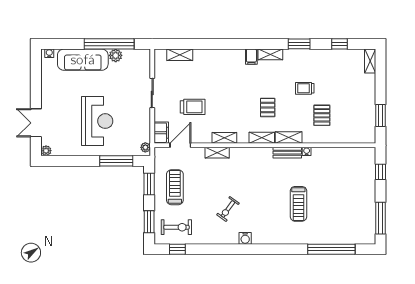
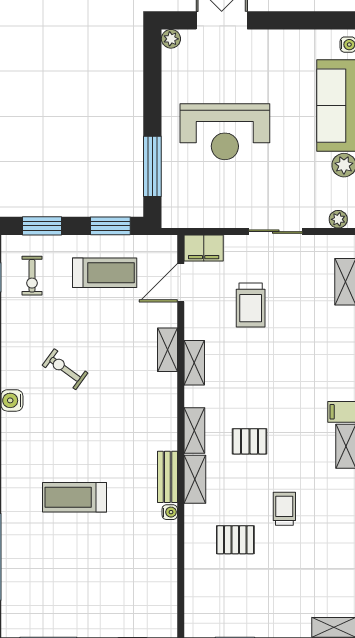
door: (180, 145) -> (181, 283), swing flipped
plant: (145, 147) -> (338, 219), moved
exercise bike: (176, 227) -> (32, 276), width x0.73, depth x0.72

